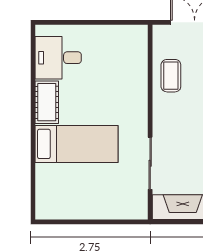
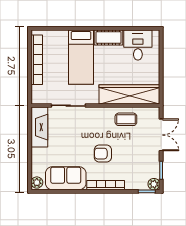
wardrobe: (133, 70) -> (129, 94), added
bookcase: (81, 211) -> (37, 60), added

